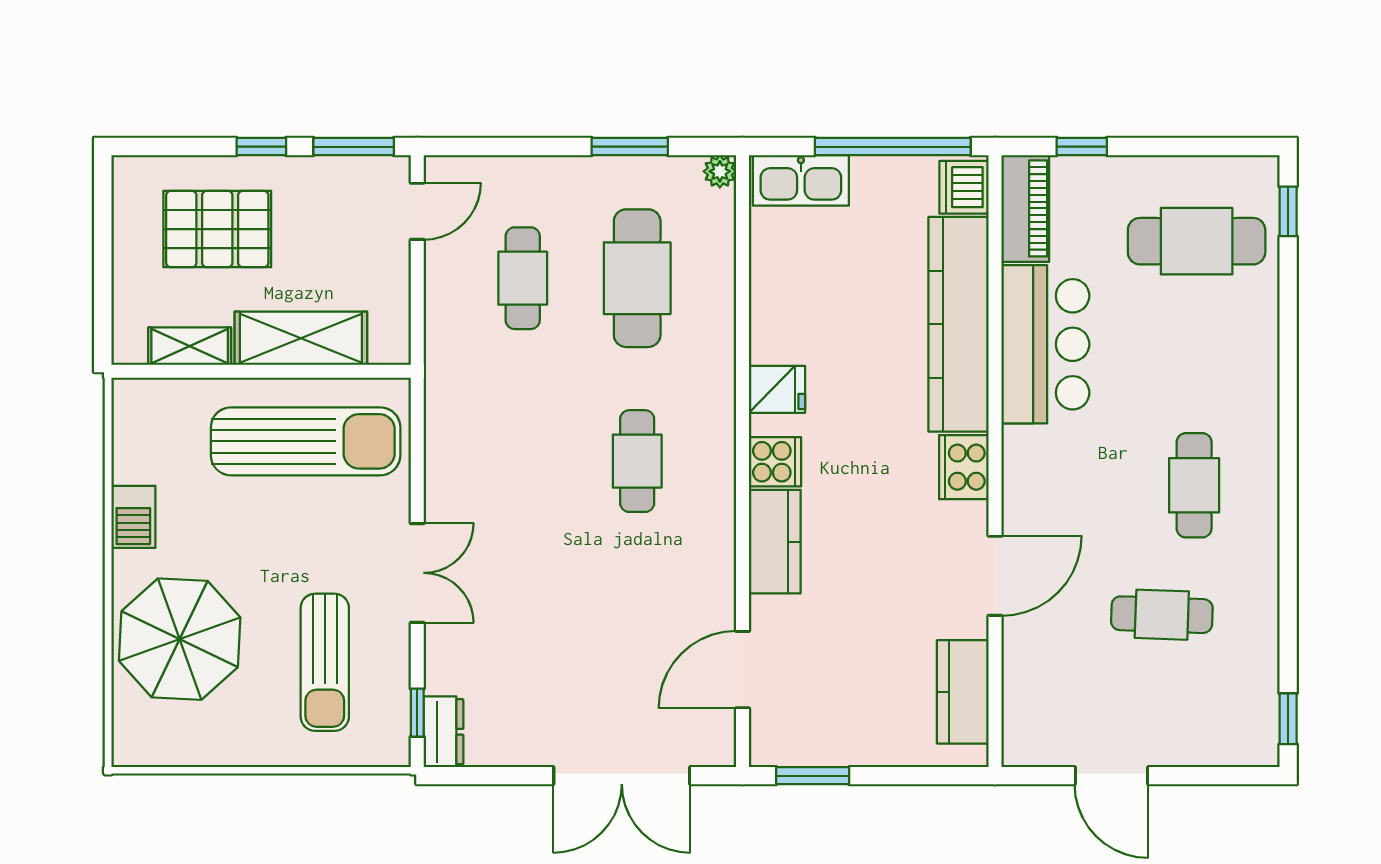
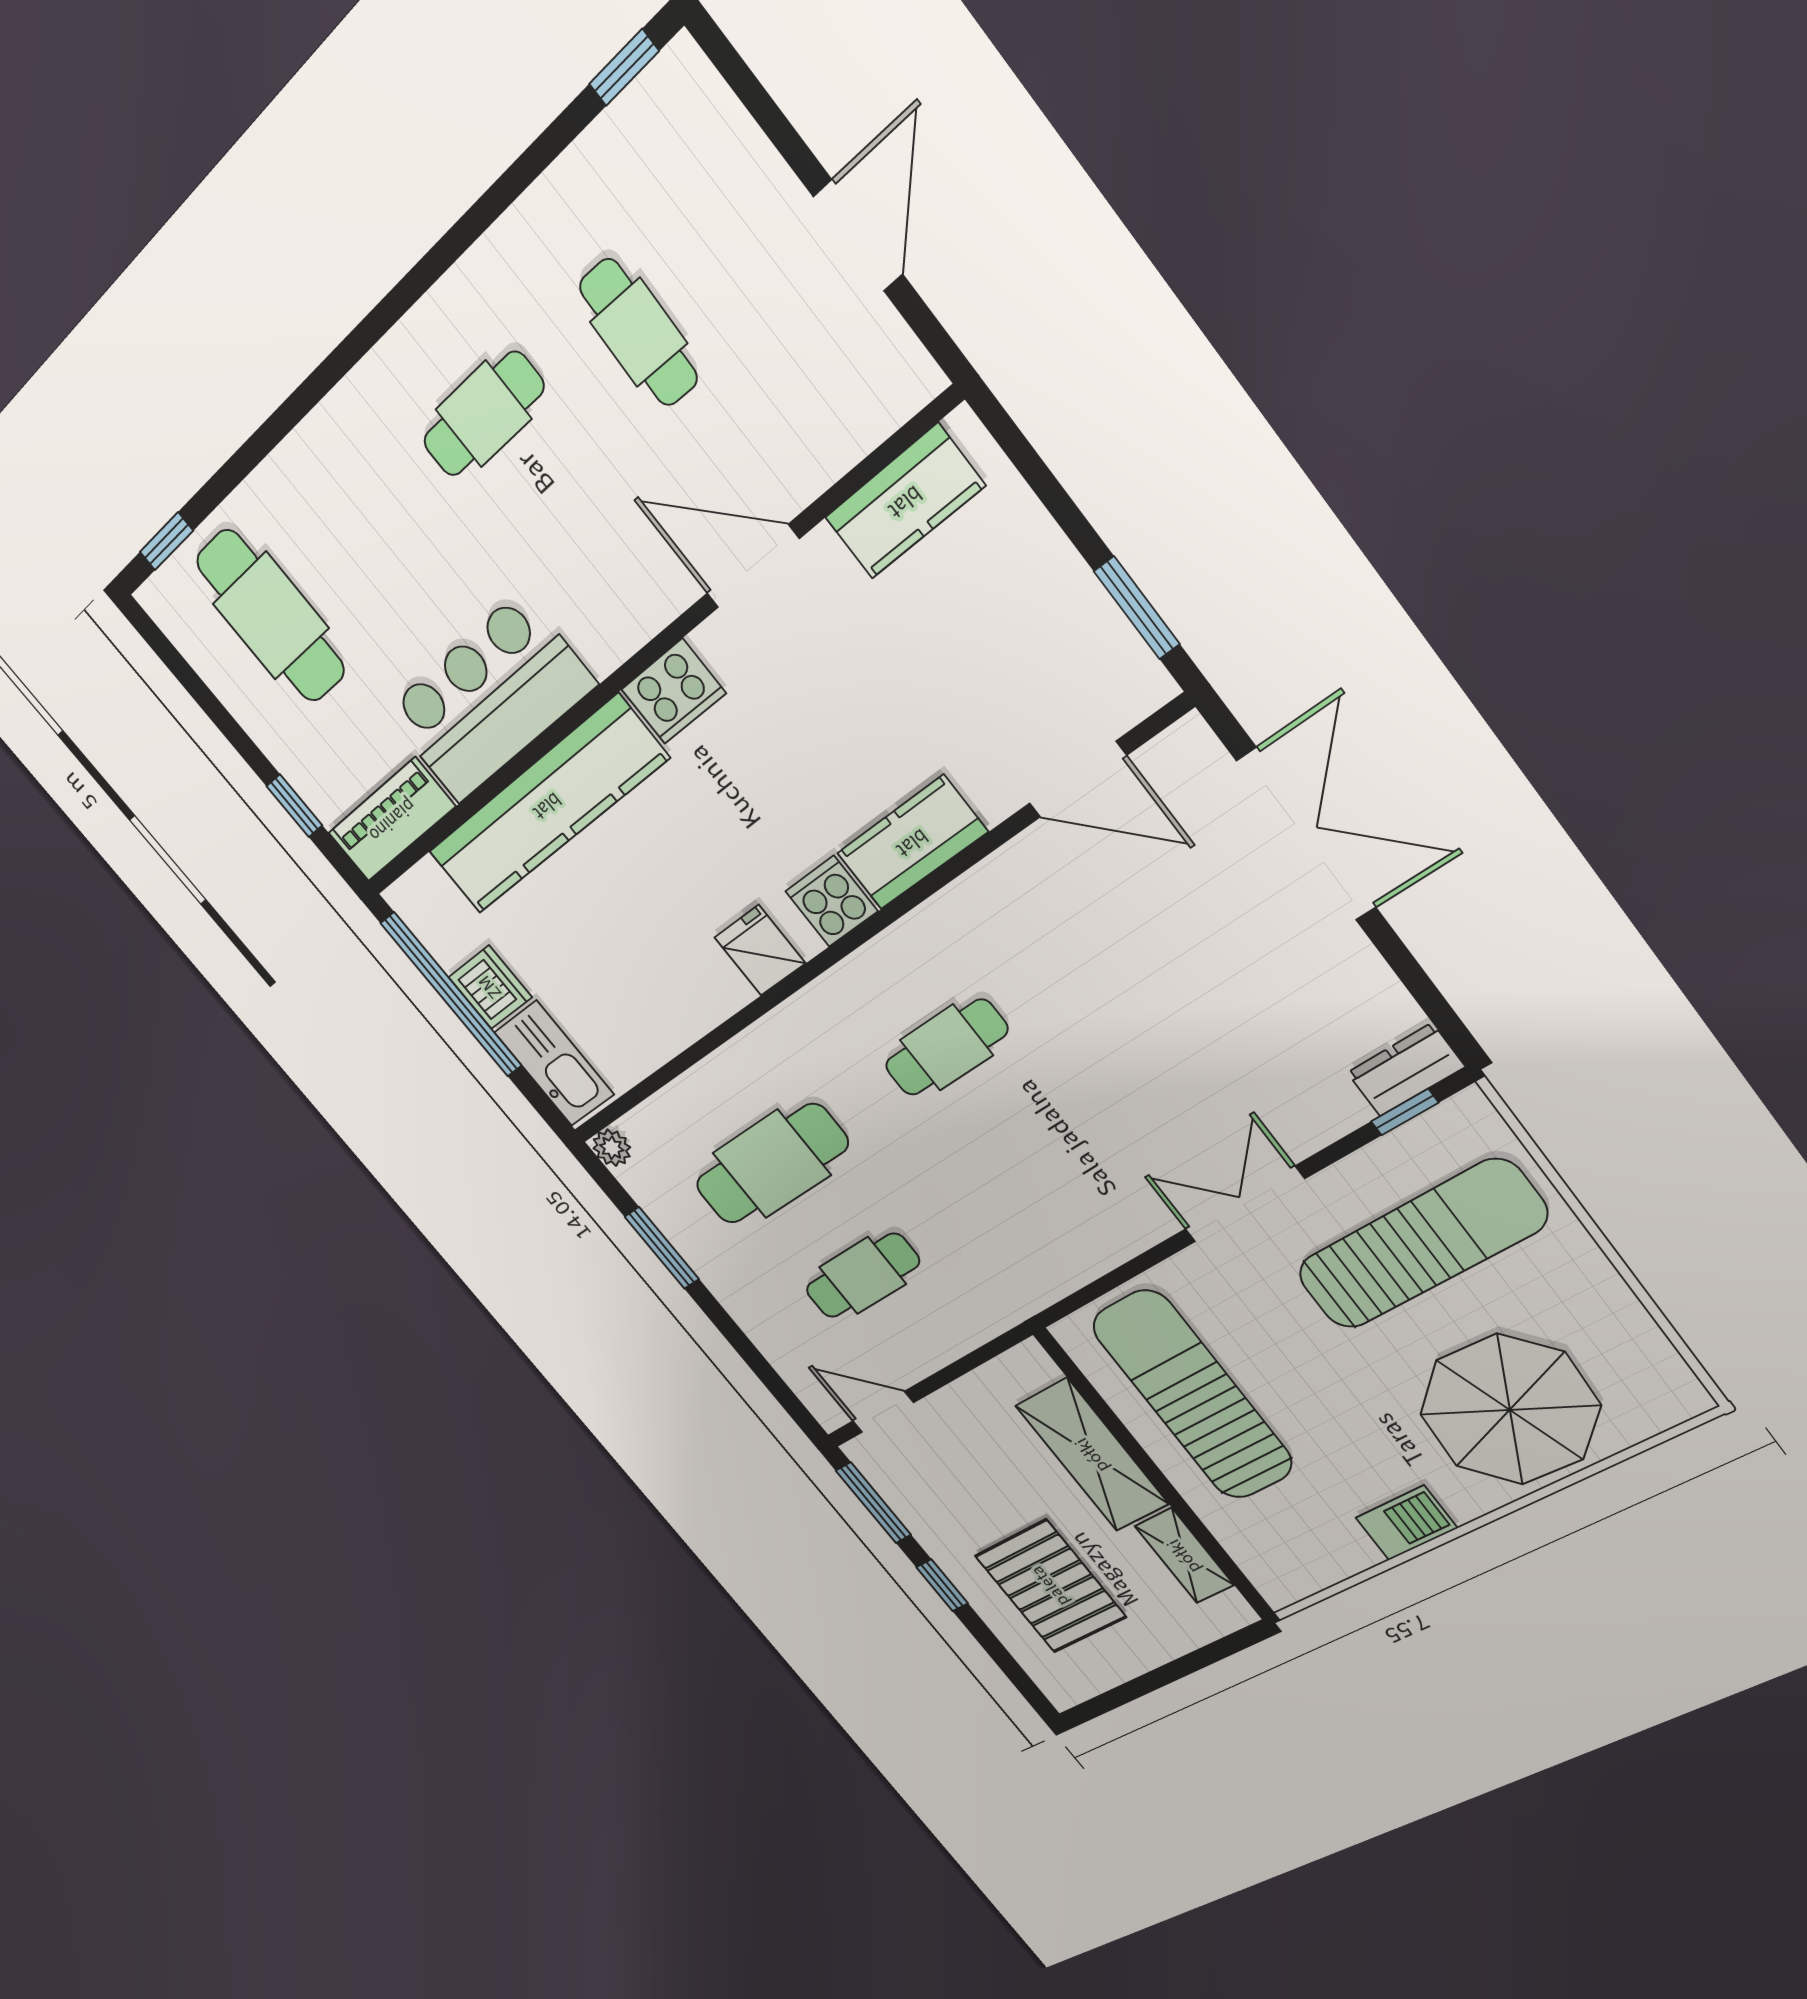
dishwasher: (964, 187) -> (490, 987), moved, turned -90
sun lounger: (325, 662) -> (1421, 1245), width x1.36, depth x1.34

